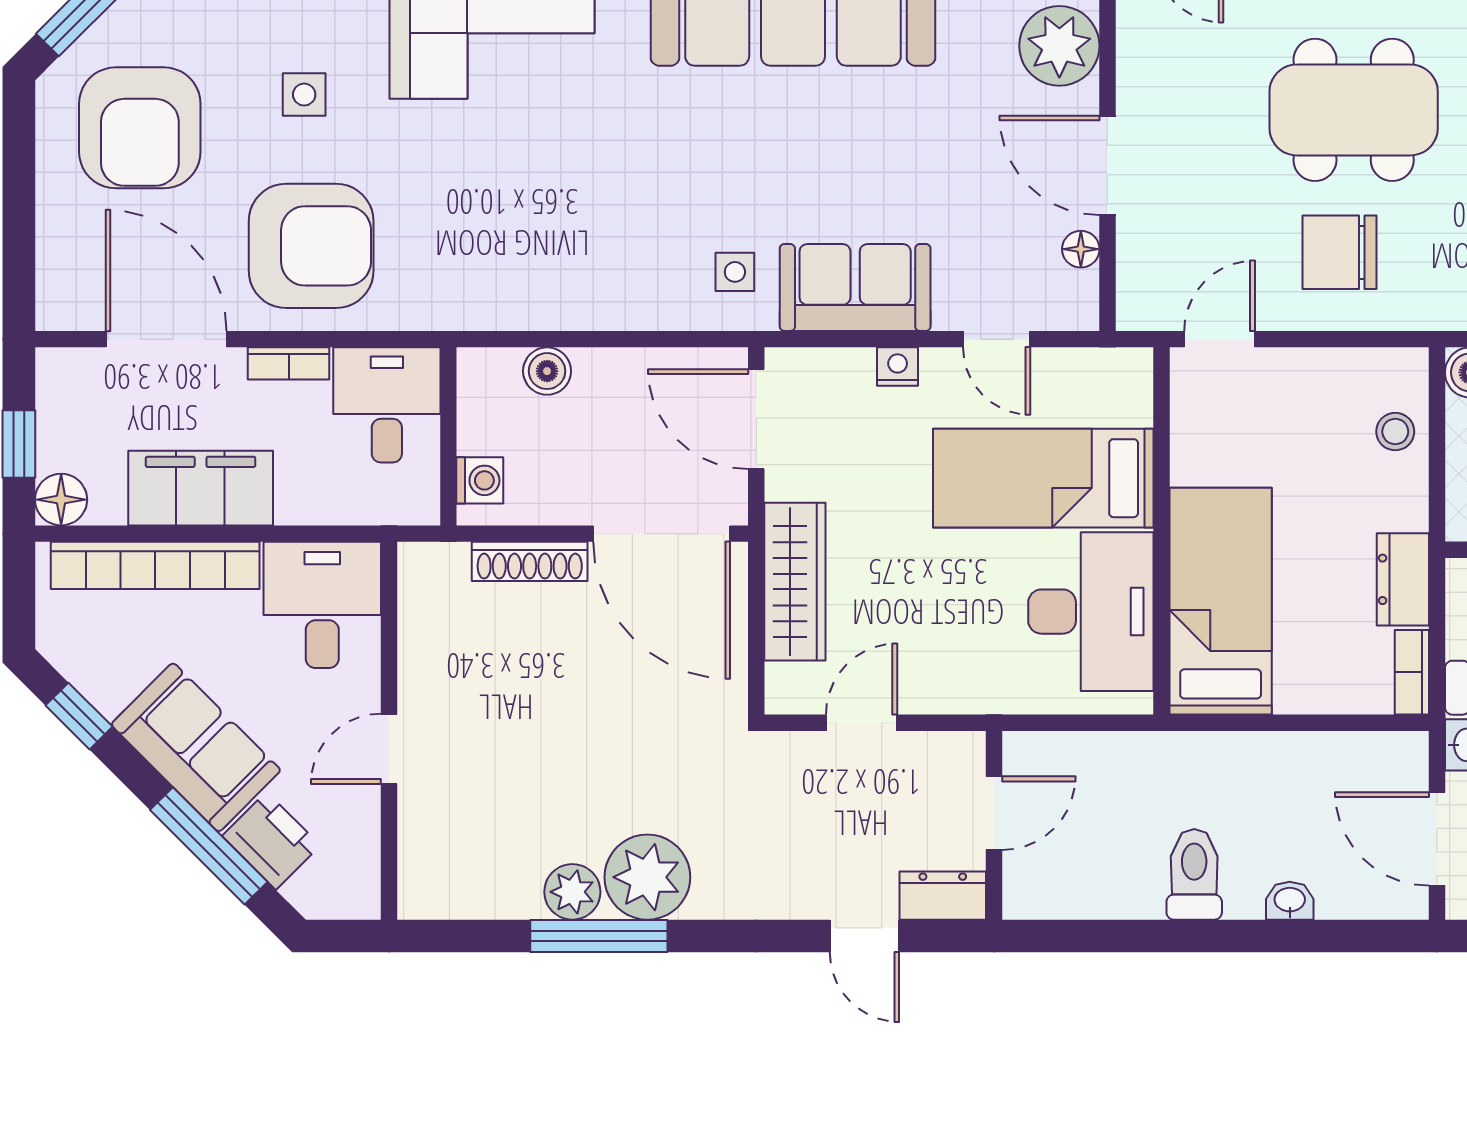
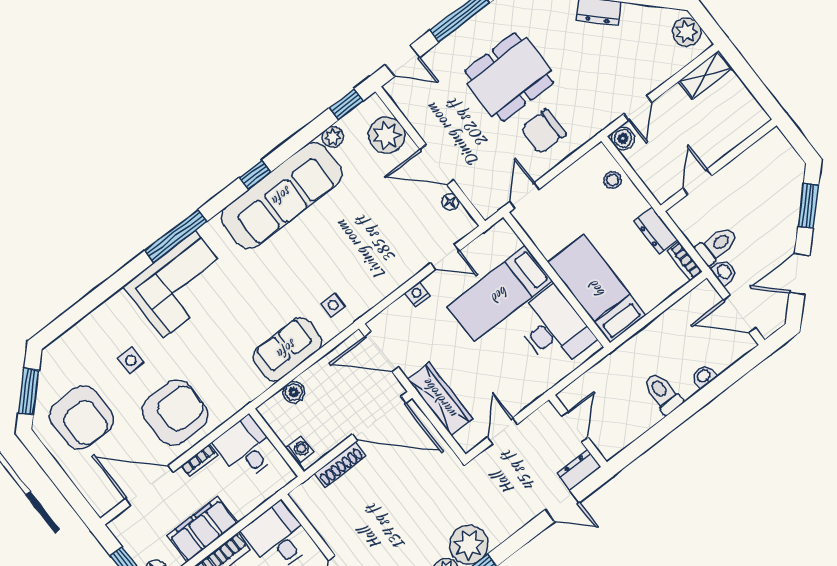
sofa: (855, 287) -> (287, 349), moved

